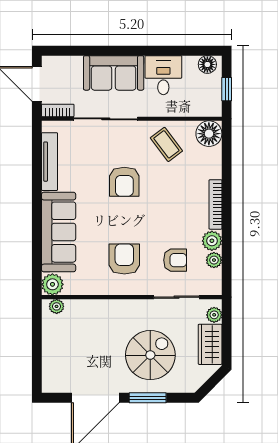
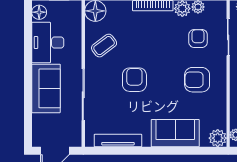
desk: (163, 75) -> (48, 42), width x1.37
bookcase: (58, 110) -> (76, 134), removed
armchair: (124, 182) -> (134, 80), turned -90
sofa: (59, 232) -> (175, 133), width x0.73

